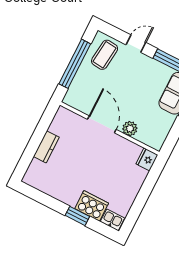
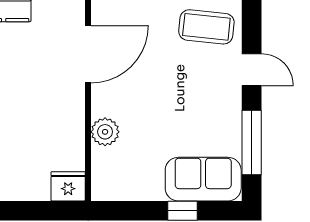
door: (102, 124) -> (88, 54), moved

